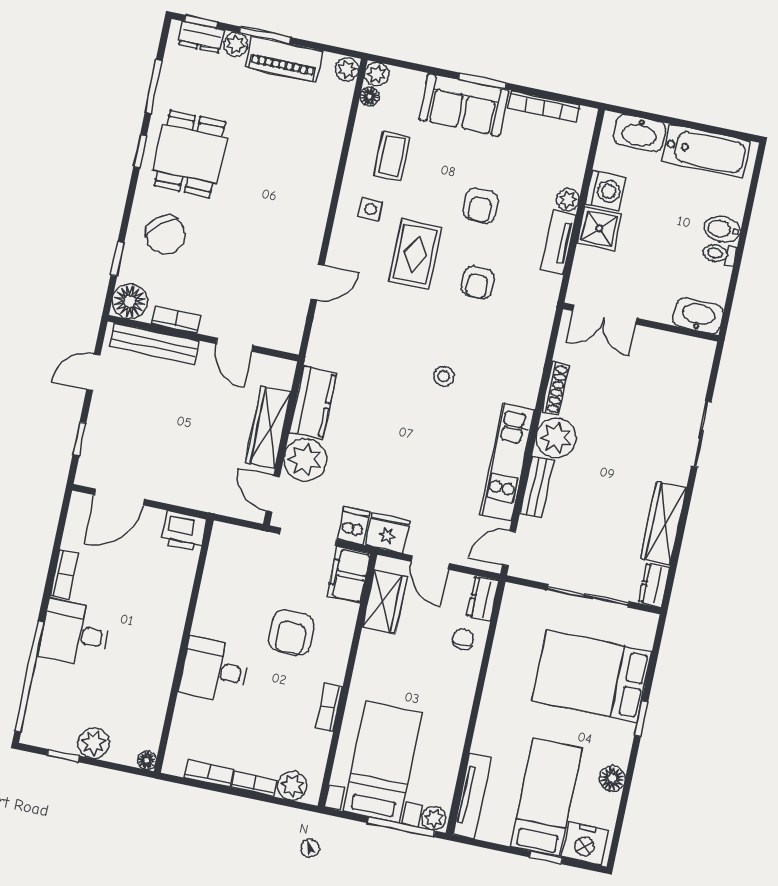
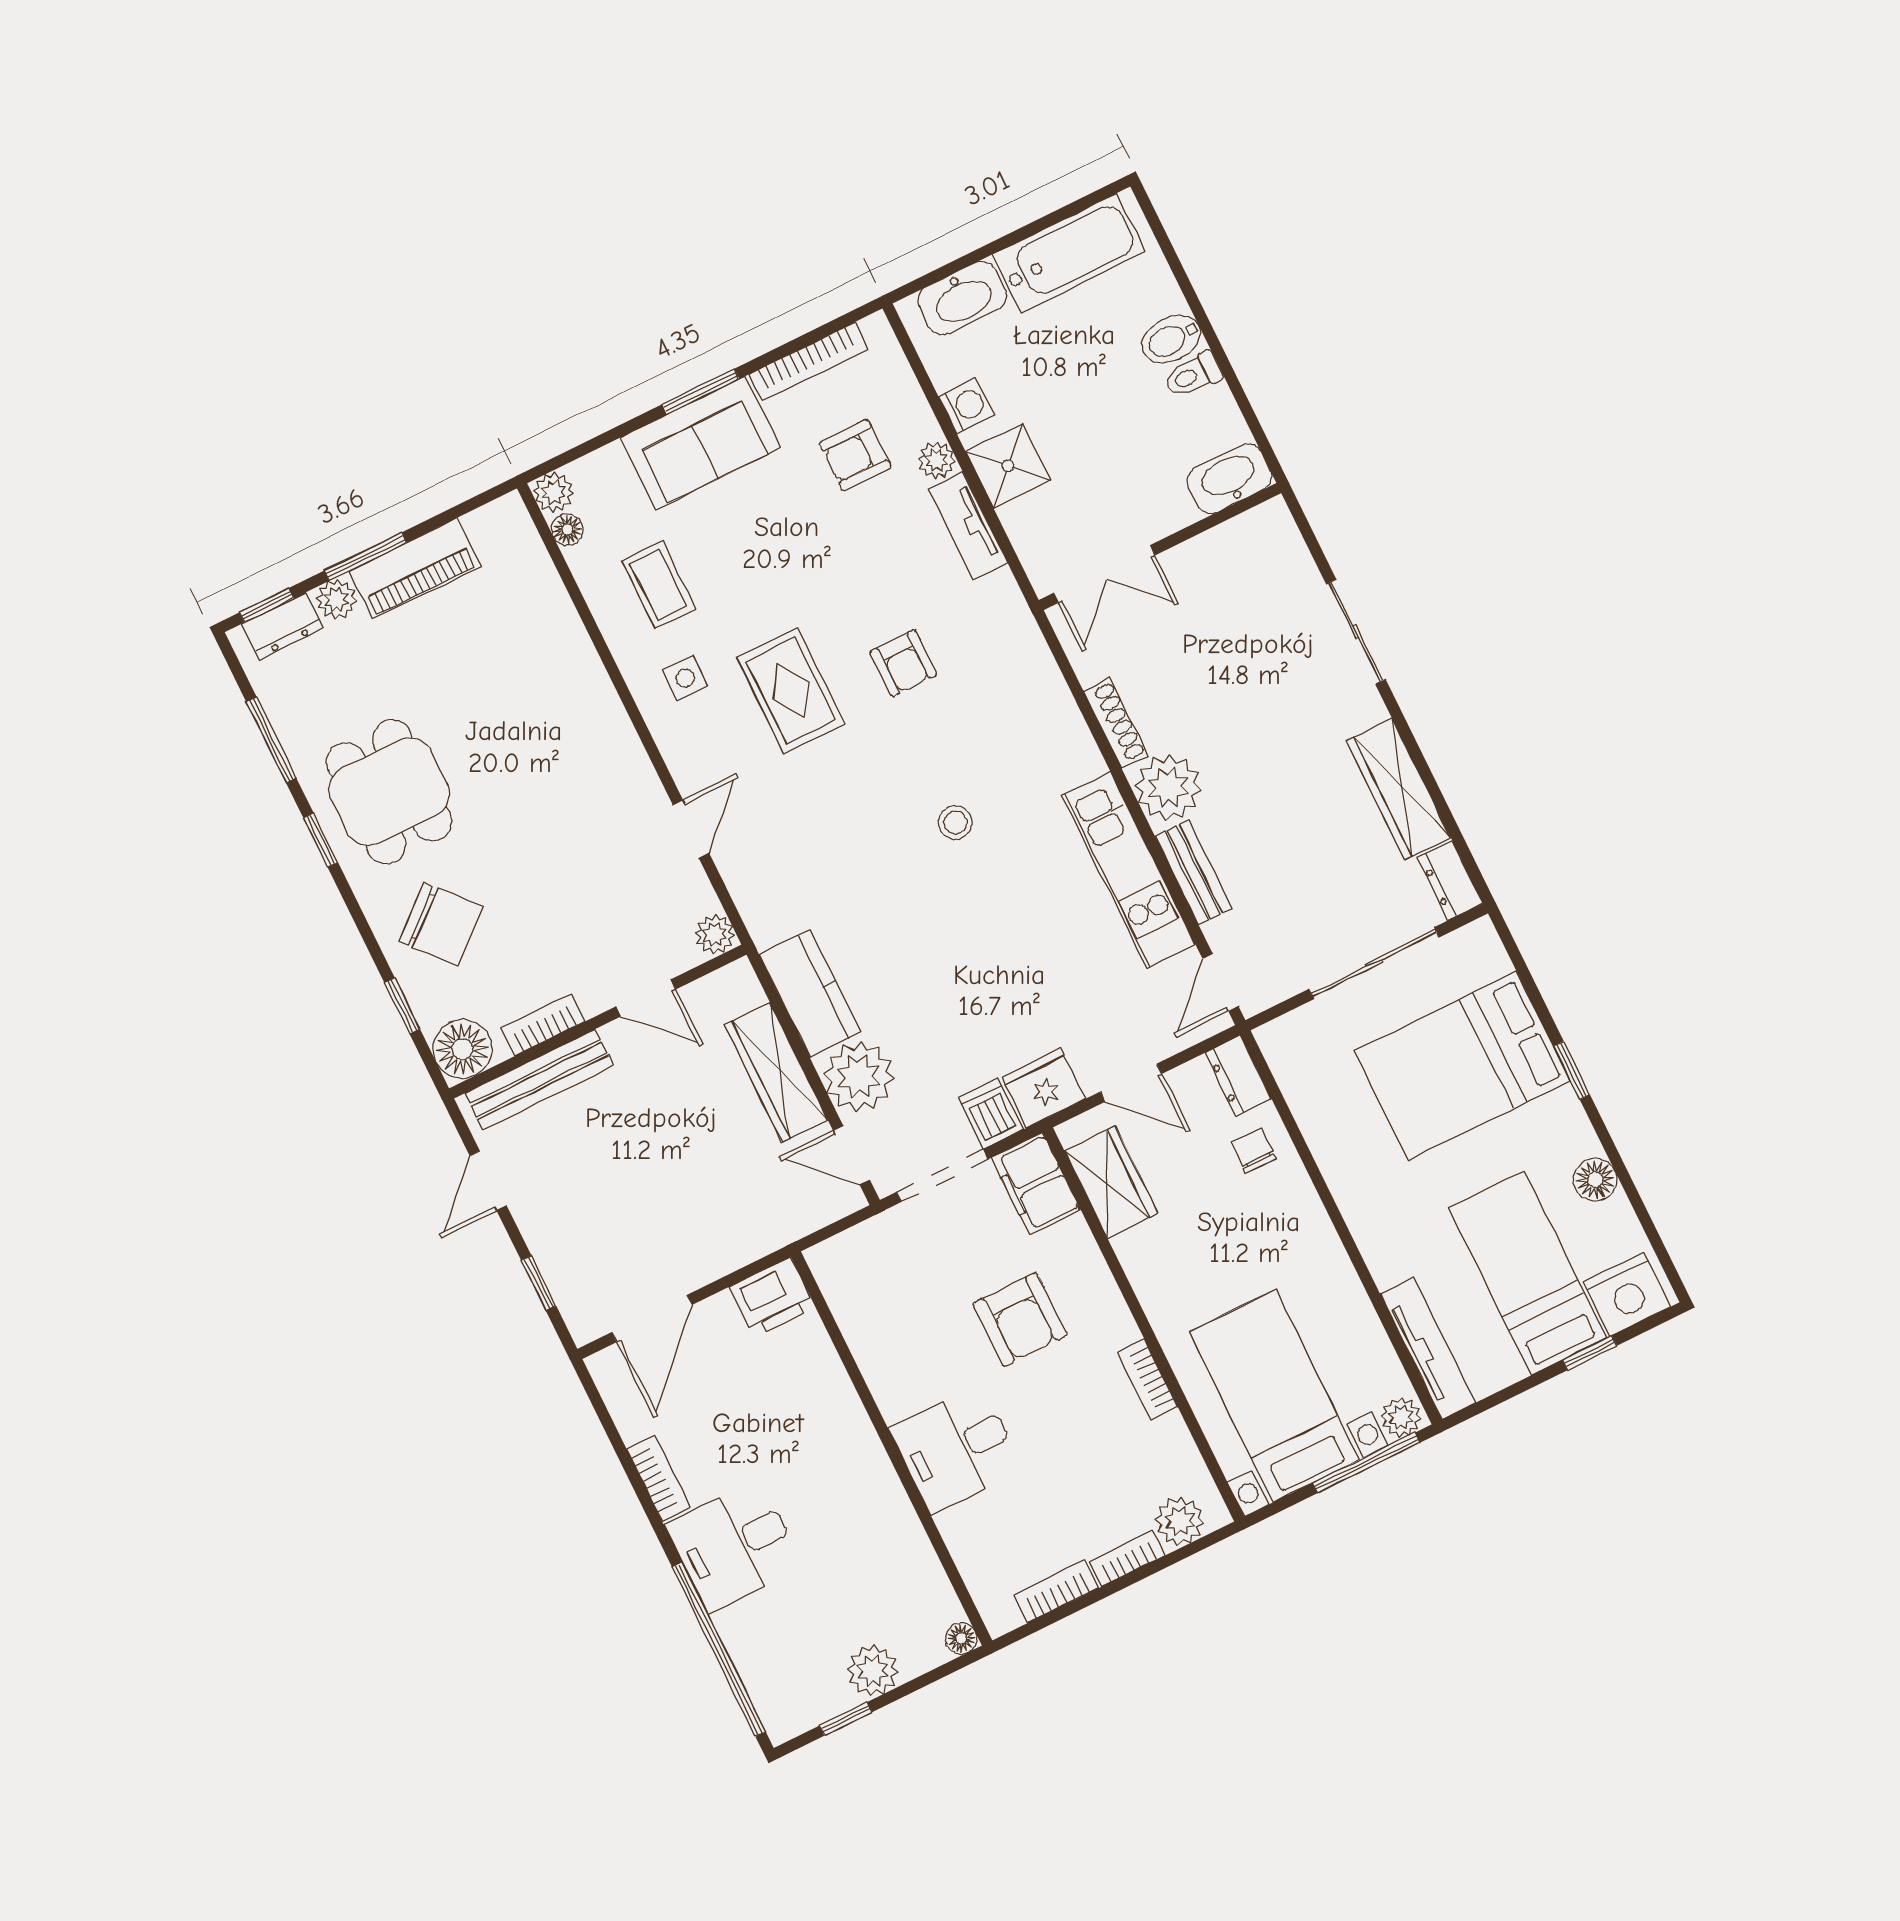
plant: (347, 69) -> (715, 934), moved
washing machine: (605, 191) -> (966, 406), width x0.73, depth x0.73
armchair: (481, 206) -> (855, 455), moved, turned 90

